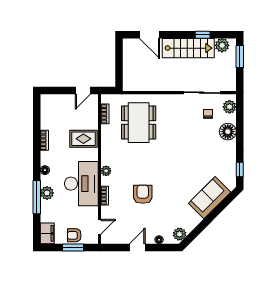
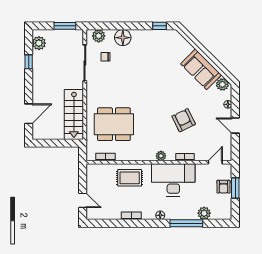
stairs: (188, 48) -> (74, 115), moved, turned 180
window: (240, 56) -> (65, 26), moved
door: (83, 90) -> (83, 200), moved
rug: (83, 139) -> (130, 178), turned 90
plant: (47, 193) -> (204, 213), moved
armchair: (143, 194) -> (184, 120), turned 64
sofa: (210, 198) -> (201, 69), moved
door: (99, 227) -> (215, 162), hinge flipped
filing cabinet: (47, 233) -> (222, 213), removed

